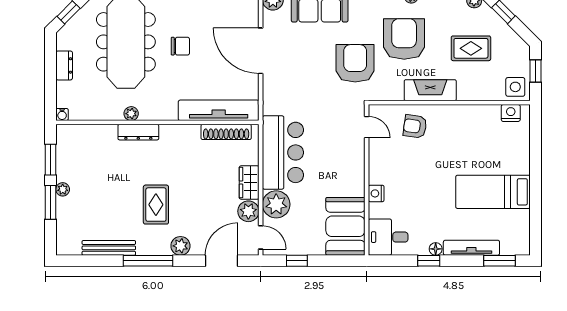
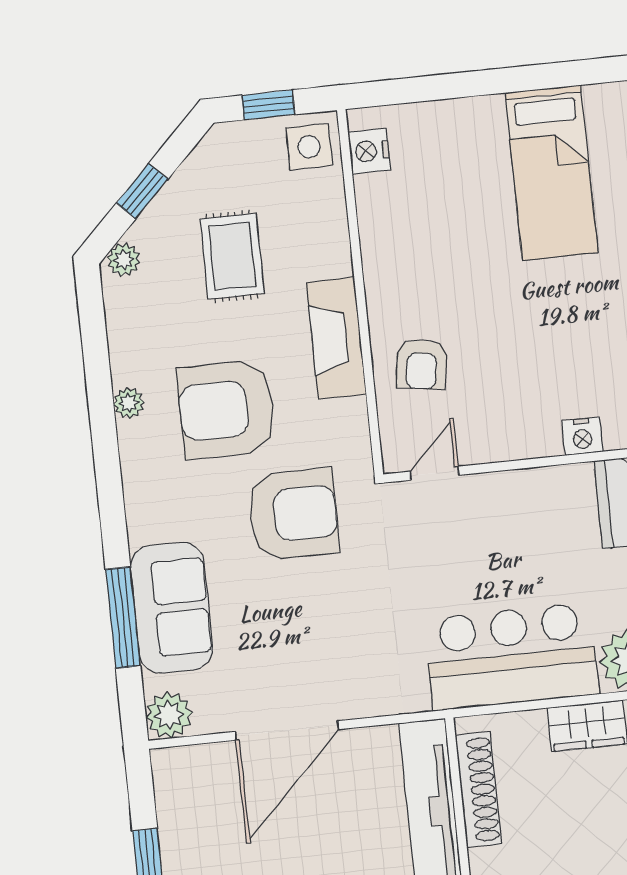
armchair: (355, 63) -> (293, 514), turned 180

